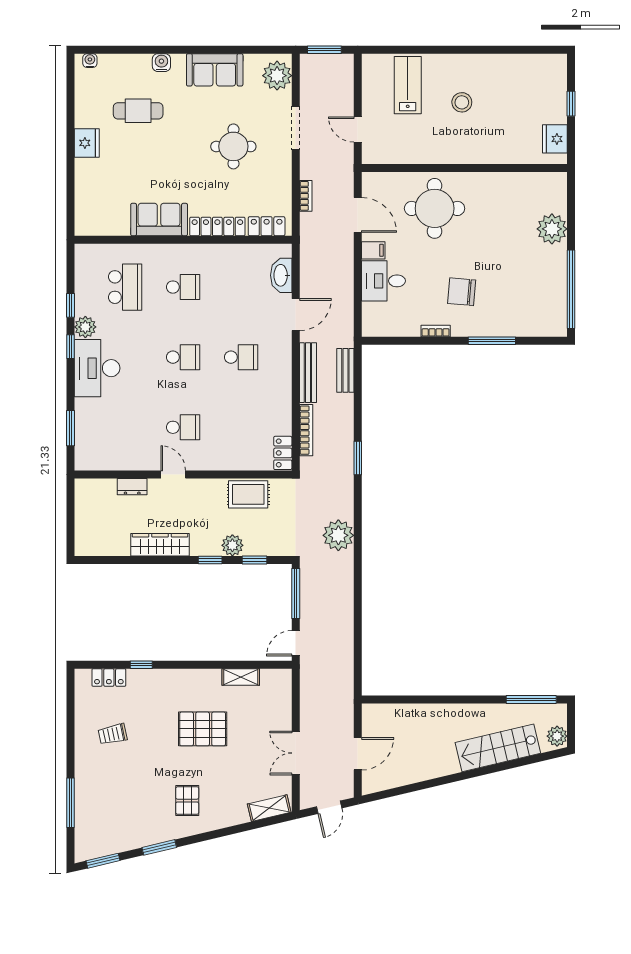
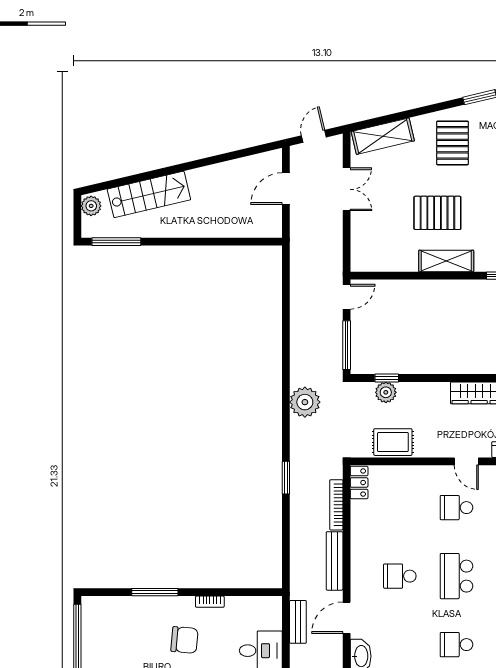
school desk: (183, 357) -> (456, 576), width x1.85
bench: (345, 370) -> (298, 622), moved
plant: (232, 545) -> (386, 392), moved
window: (210, 560) -> (430, 378), removed
shelving: (241, 677) -> (446, 261), moved, width x1.50, depth x1.33
pallet: (187, 801) -> (452, 143), width x1.50, depth x1.42
shelving: (269, 808) -> (383, 136), width x1.50, depth x1.33

